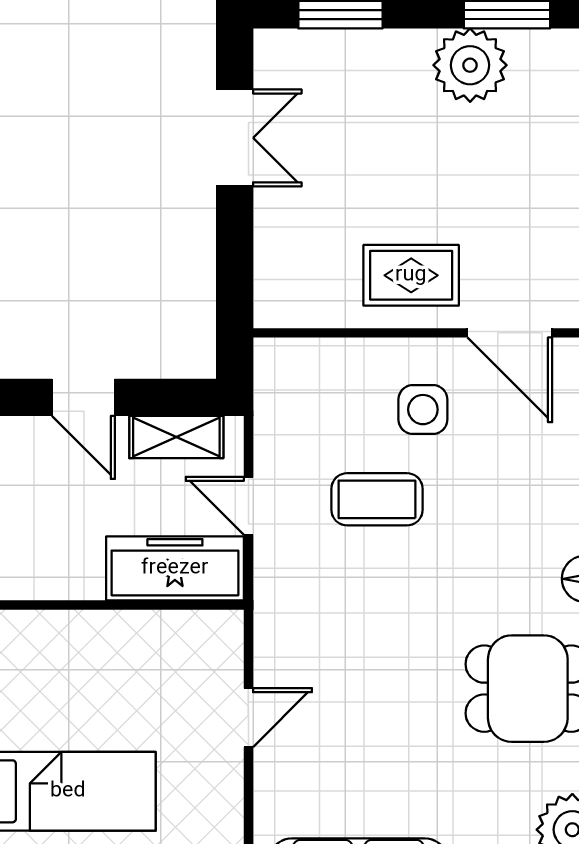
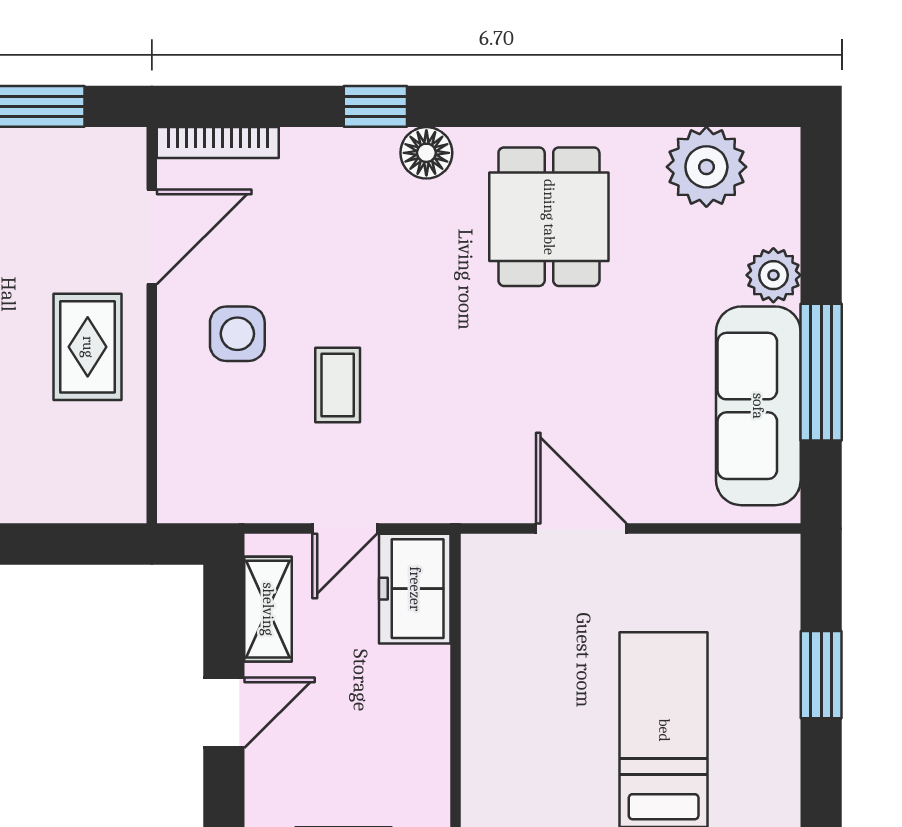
coffee table: (377, 499) -> (338, 385), width x0.73, depth x0.77
freezer: (175, 568) -> (415, 589), width x0.71
door: (248, 718) -> (581, 529), width x1.38

